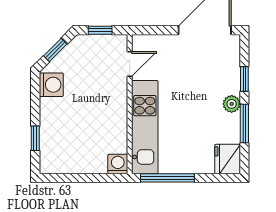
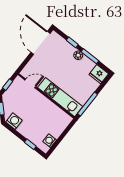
door: (130, 64) -> (30, 83), hinge flipped
washing machine: (118, 164) -> (50, 141), moved

